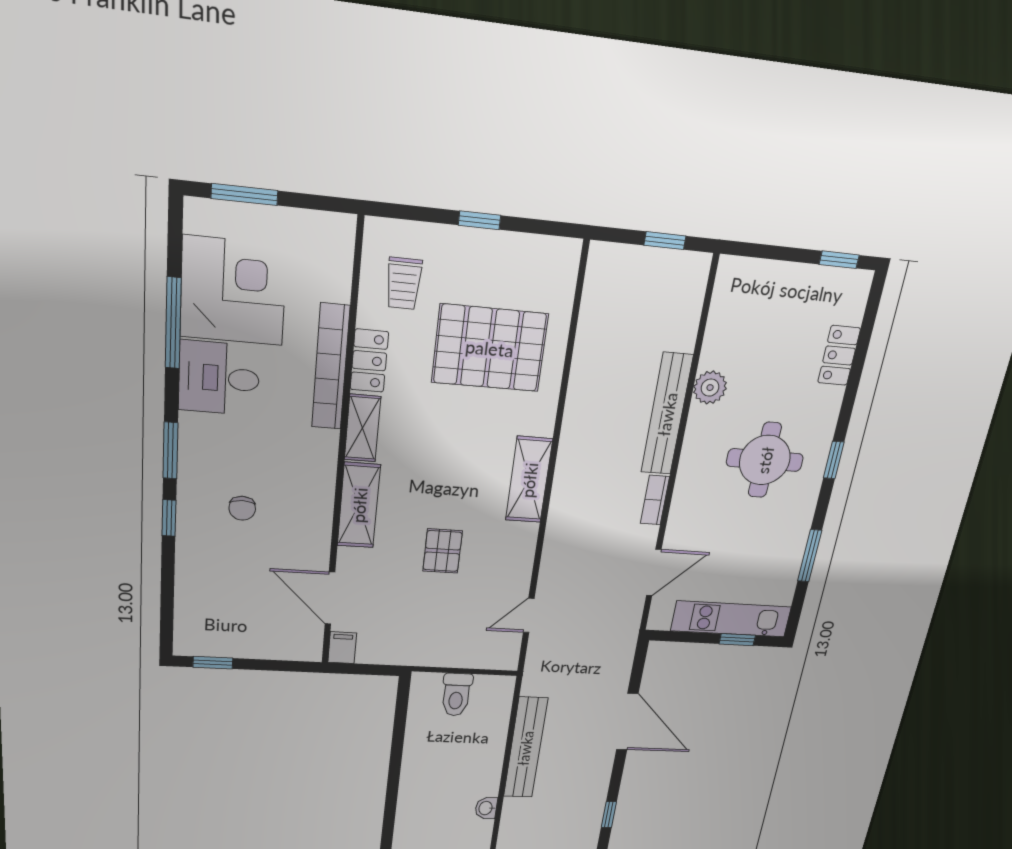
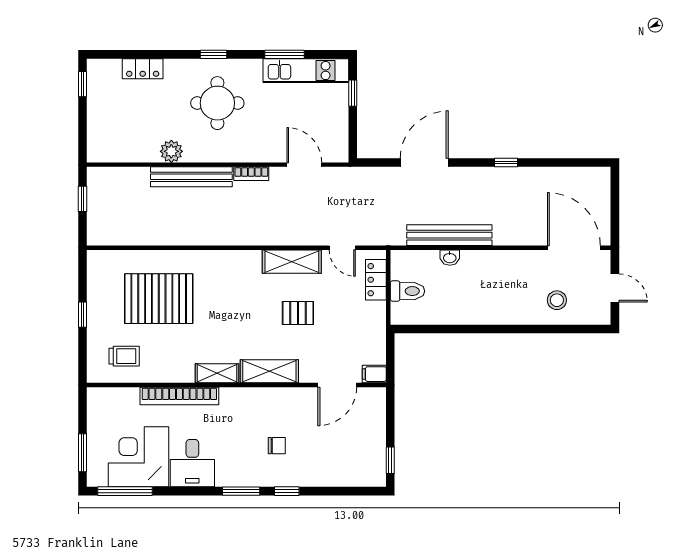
window: (173, 323) -> (125, 491), moved
pallet: (490, 348) -> (159, 299), turned 90
locker: (369, 361) -> (376, 280), moved, turned -90
shelving: (529, 480) -> (292, 262), moved
kitchen unit: (731, 619) -> (306, 71), moved, turned -90
washbasin: (486, 808) -> (450, 258), moved

